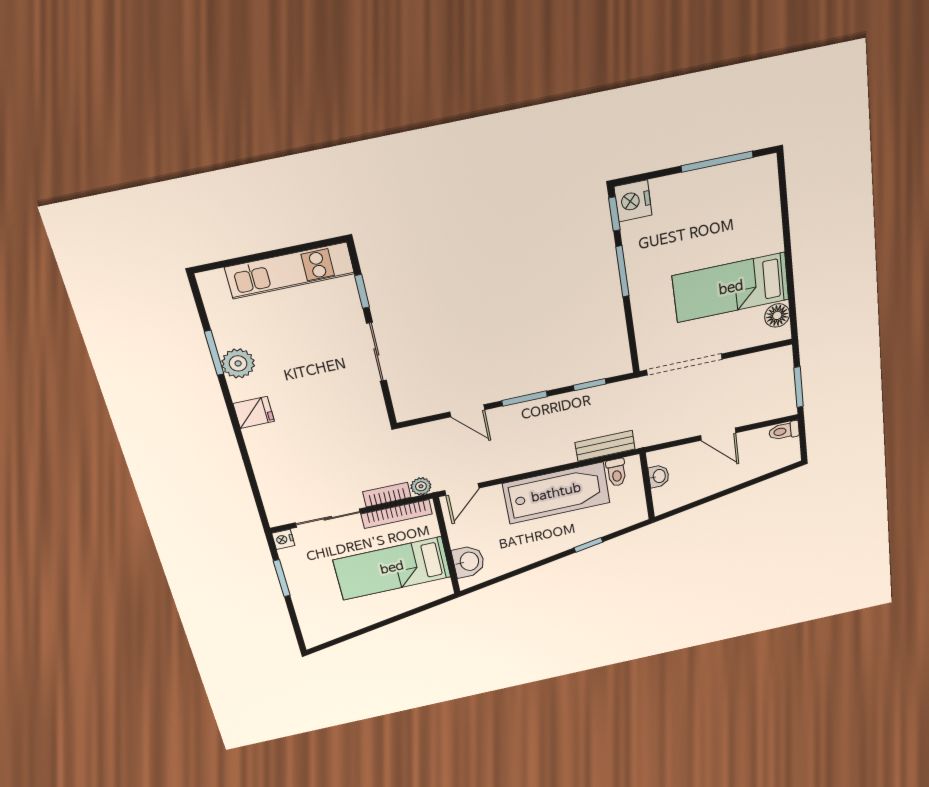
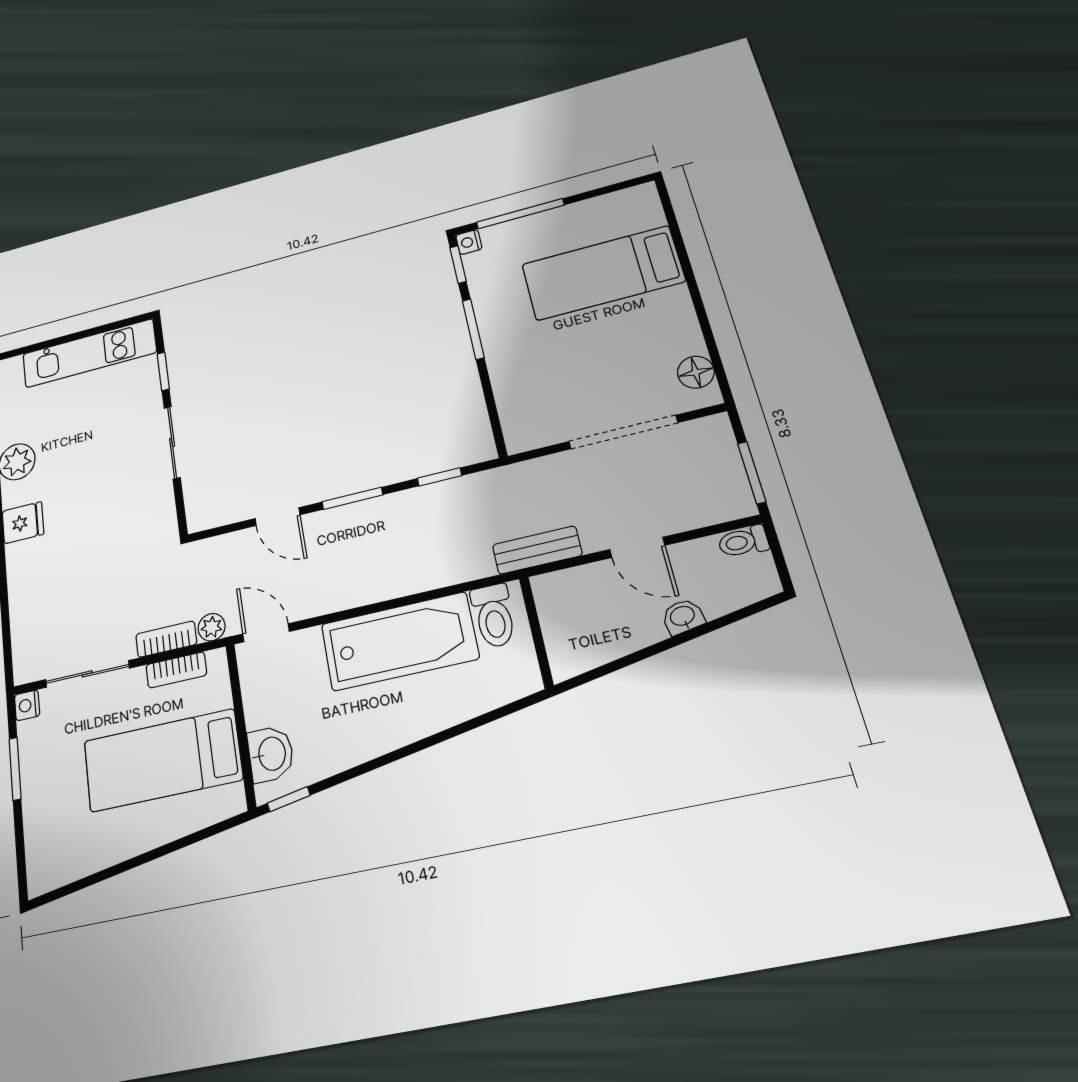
window: (717, 162) -> (520, 214), moved
nightstand: (633, 201) -> (469, 242), width x0.53, depth x0.56
bed: (731, 288) -> (603, 273), moved
doorway: (685, 364) -> (623, 432), moved
bench: (605, 446) -> (537, 550), moved
toilet: (616, 472) -> (494, 616), width x1.37, depth x1.39
washbasin: (659, 476) -> (683, 617), moved, turned -100
door: (462, 489) -> (266, 633), swing flipped
bookcase: (397, 514) -> (176, 670), width x0.64
window: (588, 545) -> (289, 799), moved

